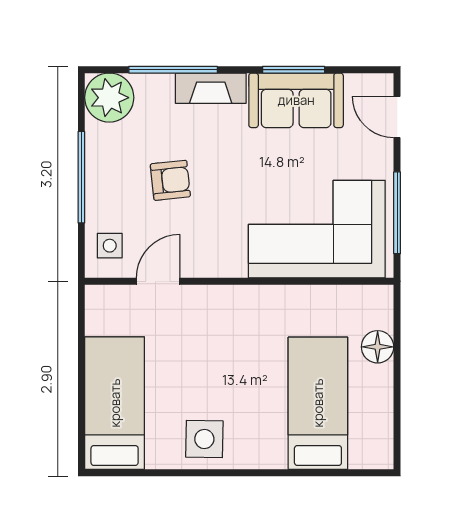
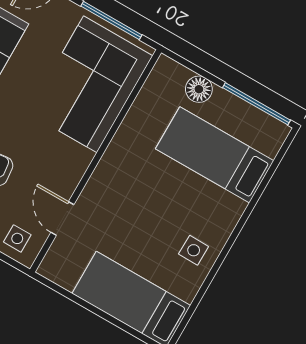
window: (397, 416) -> (256, 104), added
side table: (204, 439) -> (194, 250), width x0.73, depth x0.73

